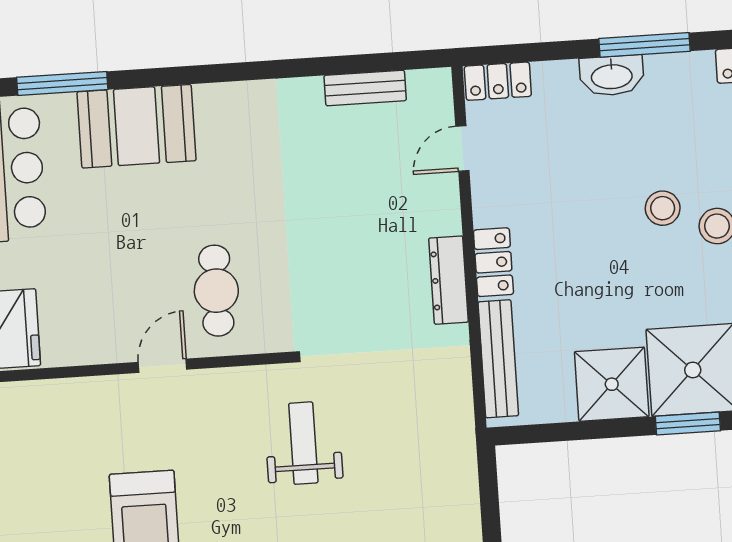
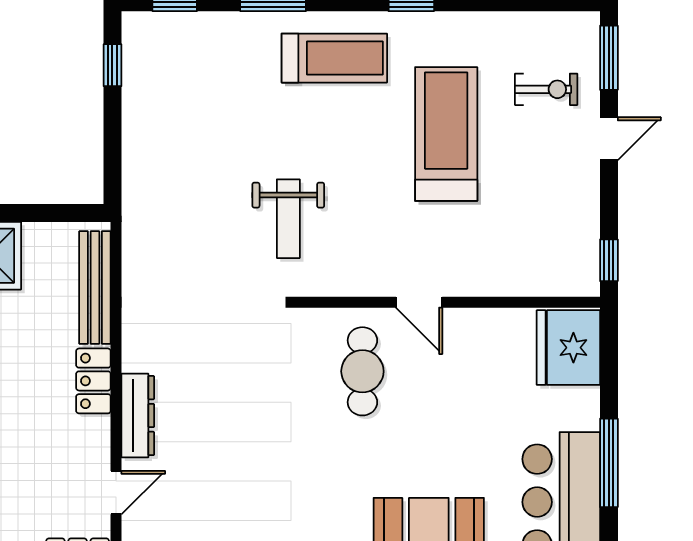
dresser: (449, 280) -> (138, 416), moved
door: (163, 366) -> (419, 302), hinge flipped

